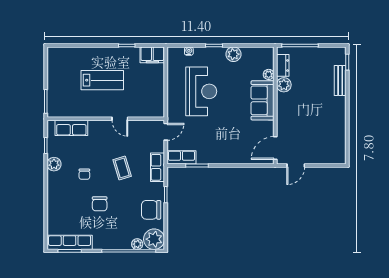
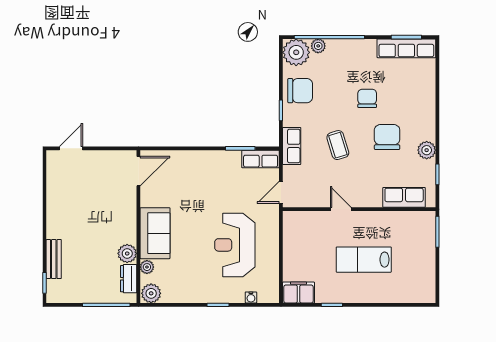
plant: (233, 54) -> (151, 293), moved
door: (296, 166) -> (71, 148), moved
chair: (84, 174) -> (387, 137), width x1.87, depth x1.87

